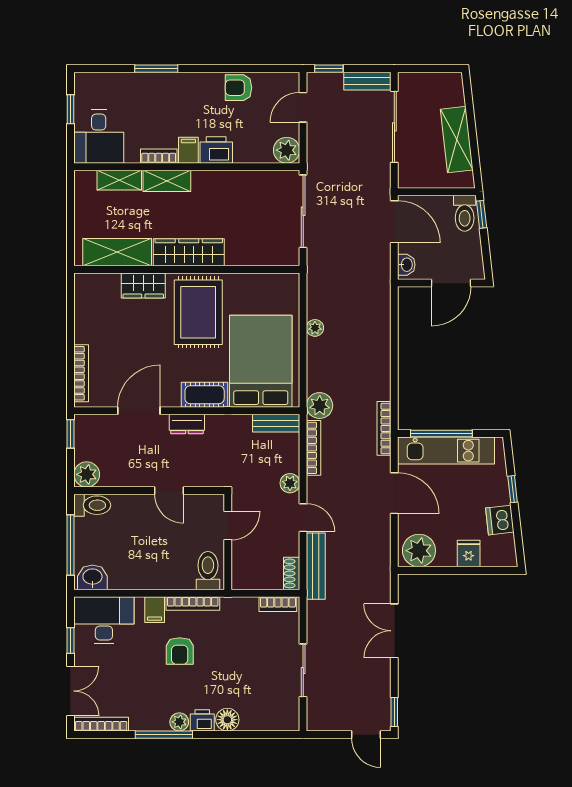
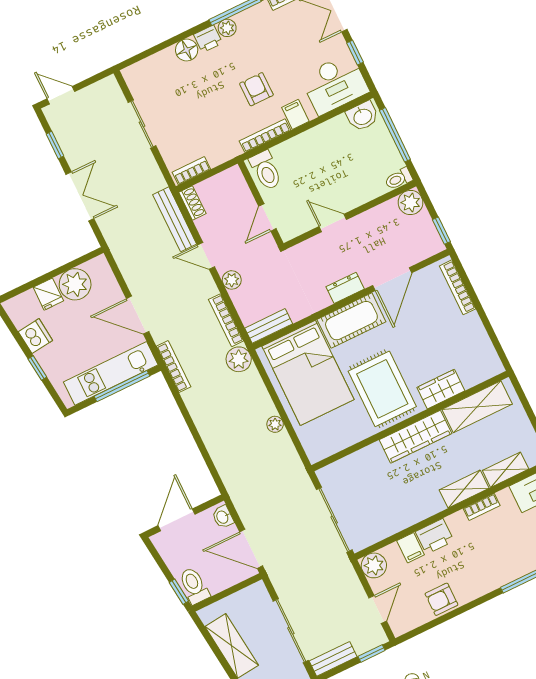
armchair: (239, 88) -> (441, 599), turned 180
filing cabinet: (188, 150) -> (411, 548), moved
cot: (205, 395) -> (351, 321), width x1.37, depth x1.34
toilet: (92, 505) -> (399, 179), width x0.73, depth x0.72
plant: (419, 551) -> (75, 284), moved
window: (394, 712) -> (55, 145), moved

